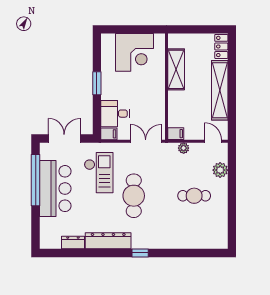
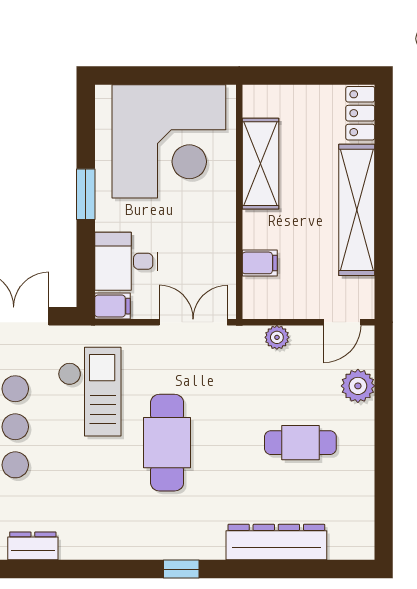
corner desk: (135, 52) -> (169, 141), width x1.36, depth x1.36
filing cabinet: (176, 134) -> (260, 263), moved
door: (213, 141) -> (342, 322), swing flipped
dresser: (108, 241) -> (276, 542), moved

